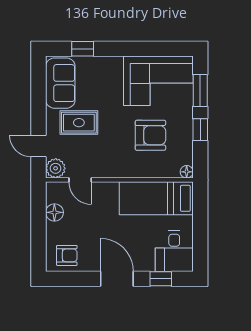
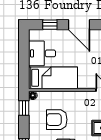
window: (200, 130) -> (24, 108), moved
desk: (174, 251) -> (42, 53), moved, turned -90

